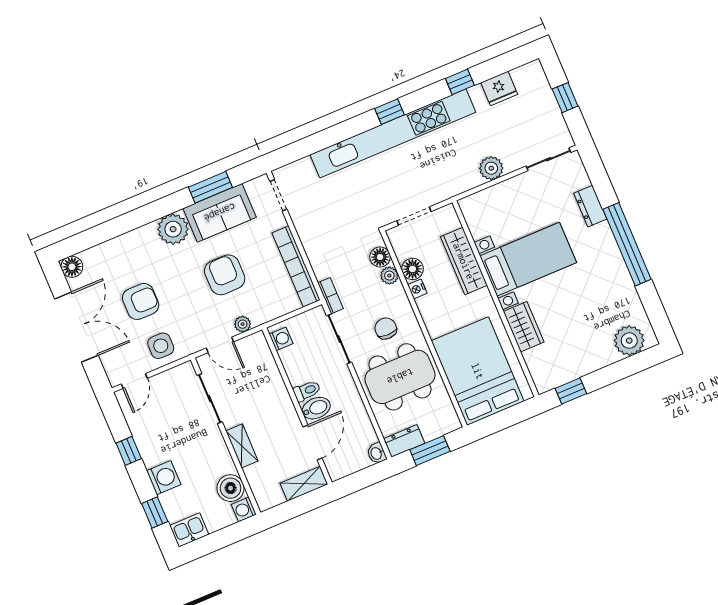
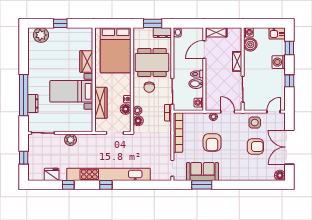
plant: (173, 229) -> (227, 173), removed
window: (627, 244) -> (24, 95), moved
armchair: (141, 301) -> (255, 146), turned 180
window: (571, 391) -> (60, 23), moved
bidet: (316, 408) -> (196, 84), moved

